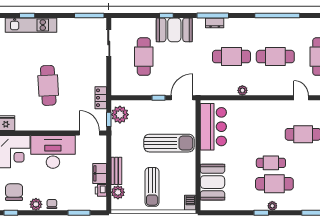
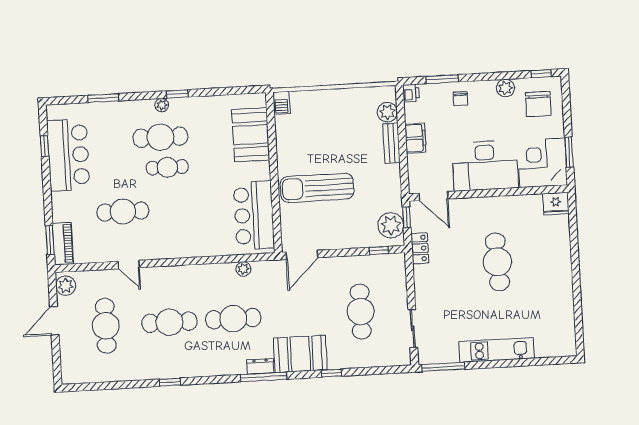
window: (27, 15) -> (534, 362), removed
window: (277, 15) -> (170, 382), width x0.32
kitchen unit: (31, 25) -> (497, 350), moved
booth: (174, 30) -> (300, 354), moved
plant: (242, 90) -> (243, 269), moved
window: (159, 98) -> (379, 251), moved
sun lounger: (152, 187) -> (338, 123), removed
printer: (101, 190) -> (411, 93), moved
chair: (52, 204) -> (460, 99), moved

